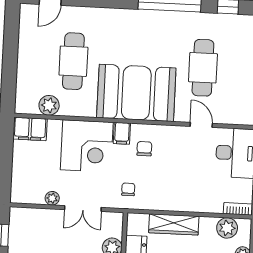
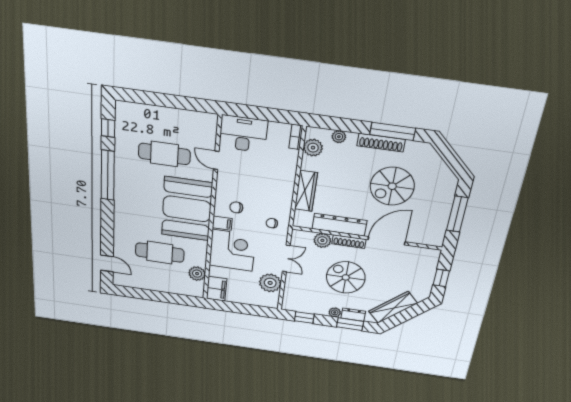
door: (201, 125) -> (216, 160), hinge flipped
plant: (52, 198) -> (270, 283), width x1.87, depth x1.87

